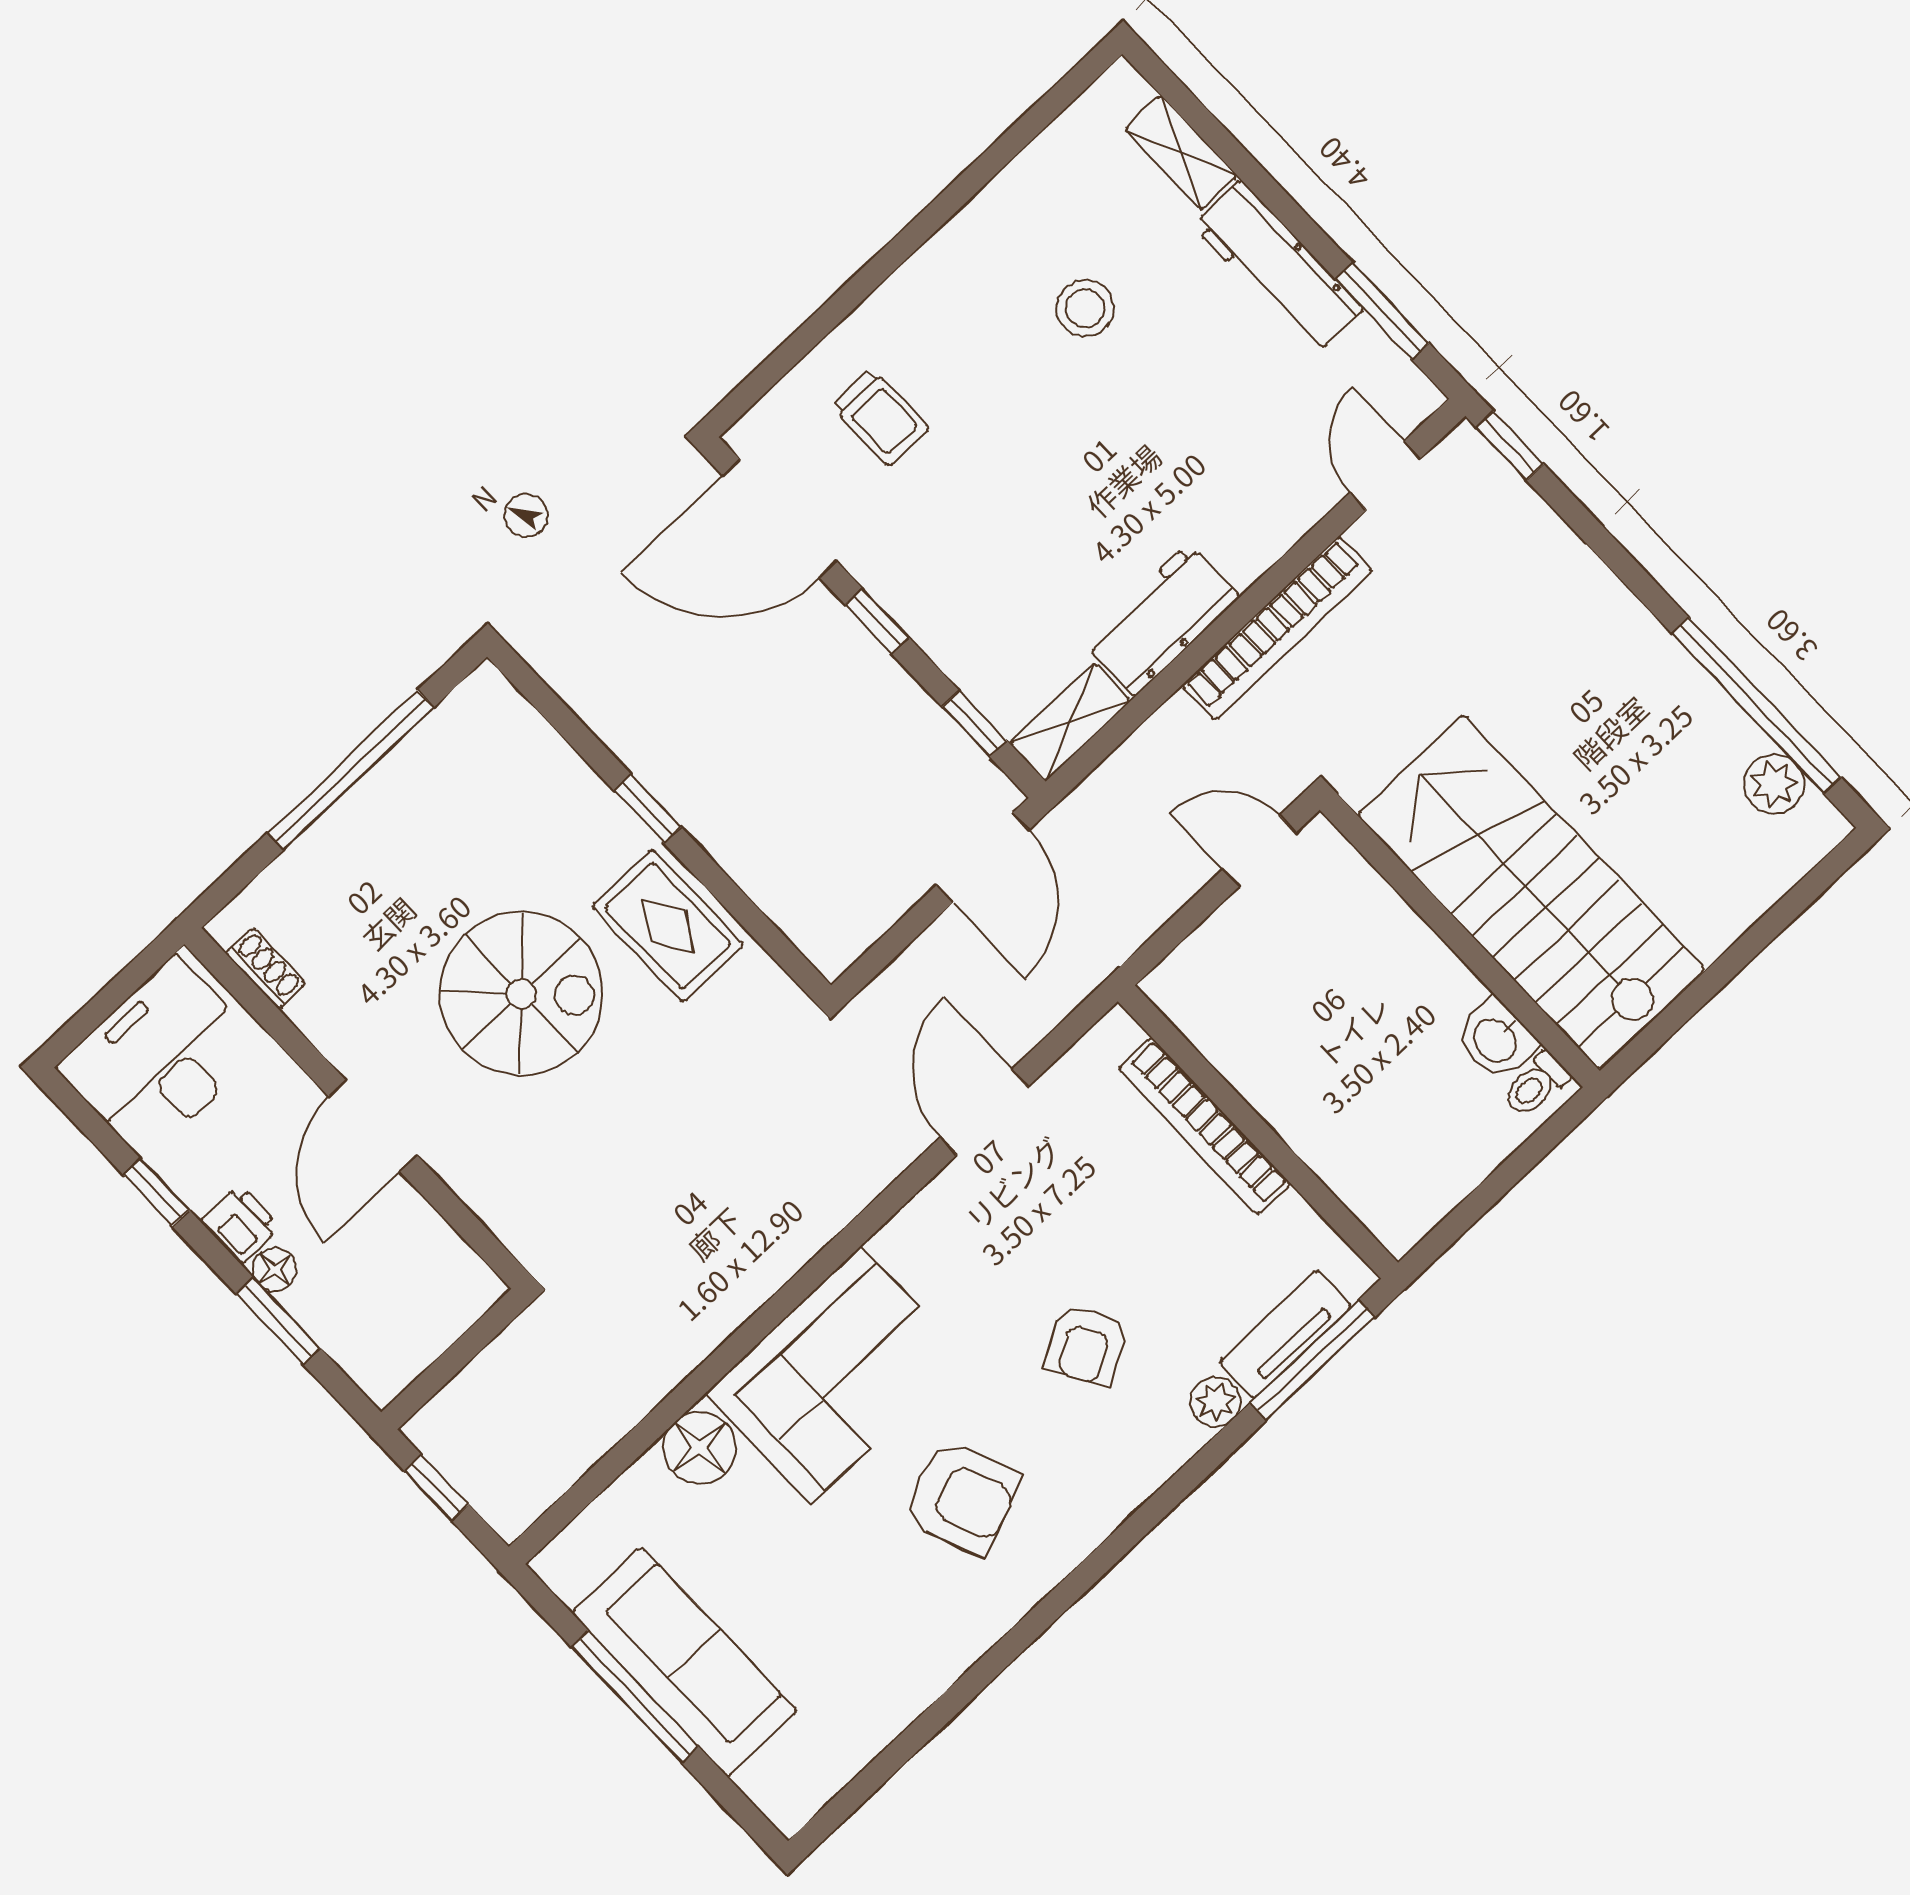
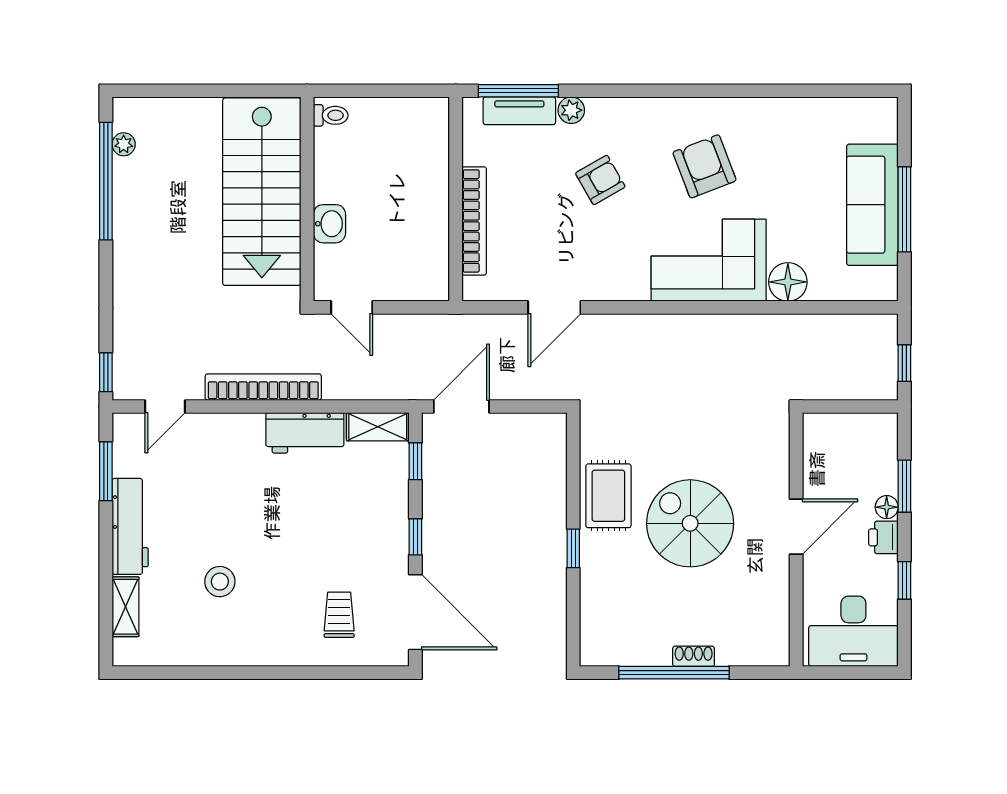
plant: (1774, 784) -> (124, 144), width x0.73, depth x0.73
shoe rack: (266, 968) -> (694, 656), moved, turned 90
washbasin: (1496, 1039) -> (329, 224), moved

